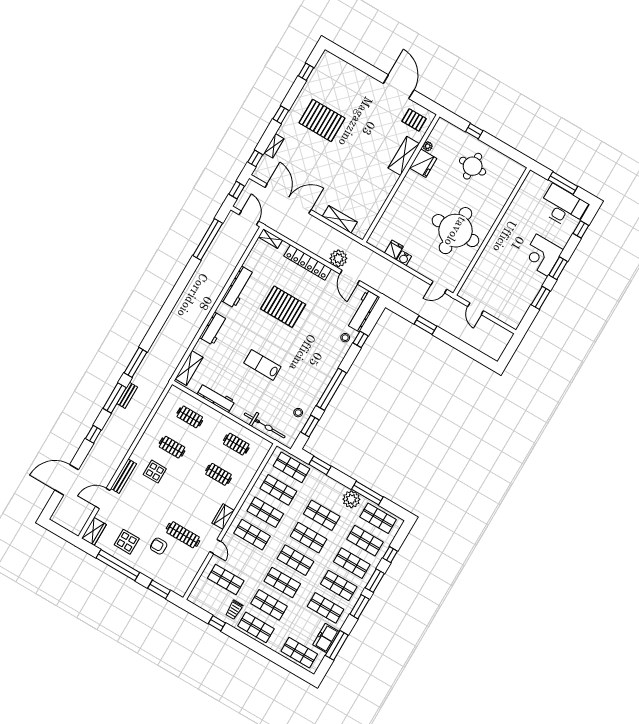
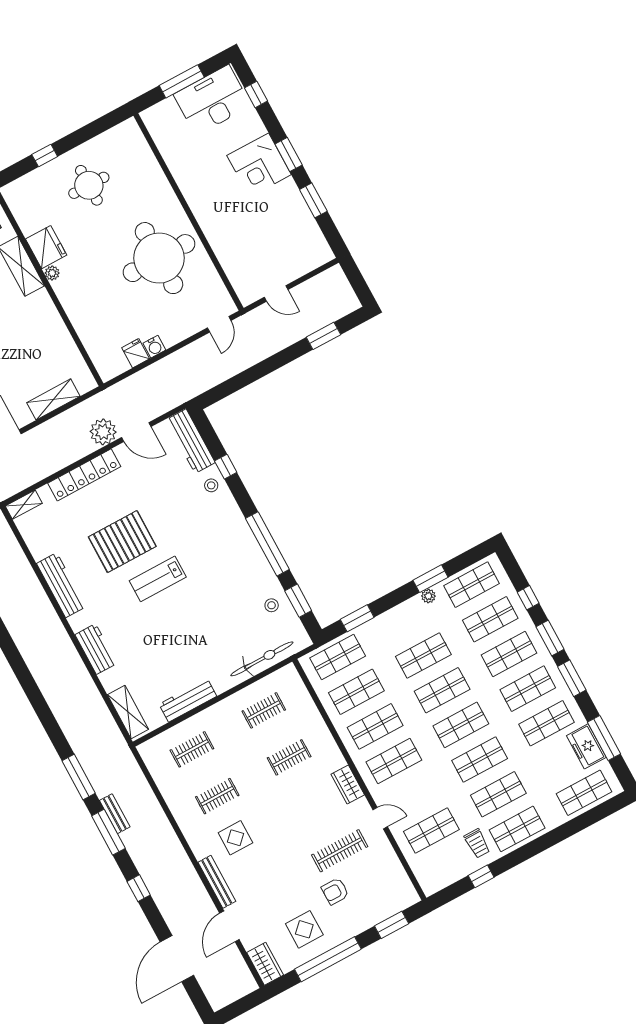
plant: (428, 146) -> (52, 273), moved
window: (426, 325) -> (323, 336), moved
lab bench: (262, 365) -> (158, 579), moved
window: (367, 493) -> (431, 579), width x0.69
plant: (351, 499) -> (428, 596), width x0.53, depth x0.53

